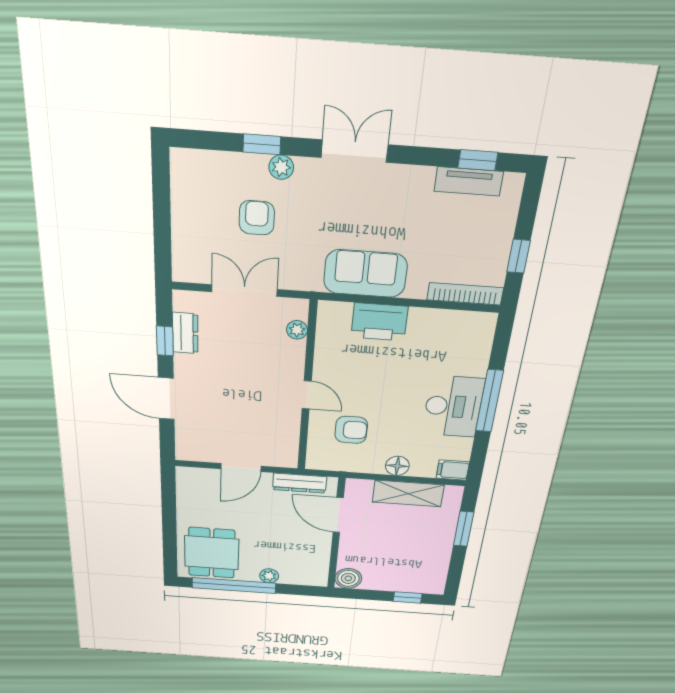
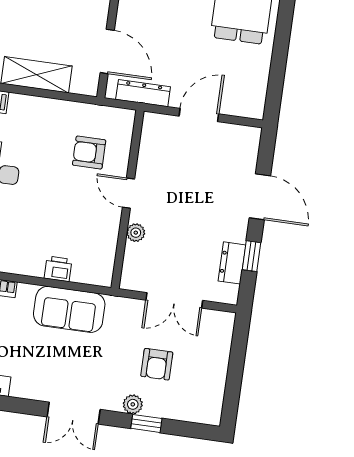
printer: (379, 322) -> (58, 269), width x0.53, depth x0.68
plant: (297, 330) -> (136, 233), moved
floor lamp: (397, 466) -> (46, 109), removed

